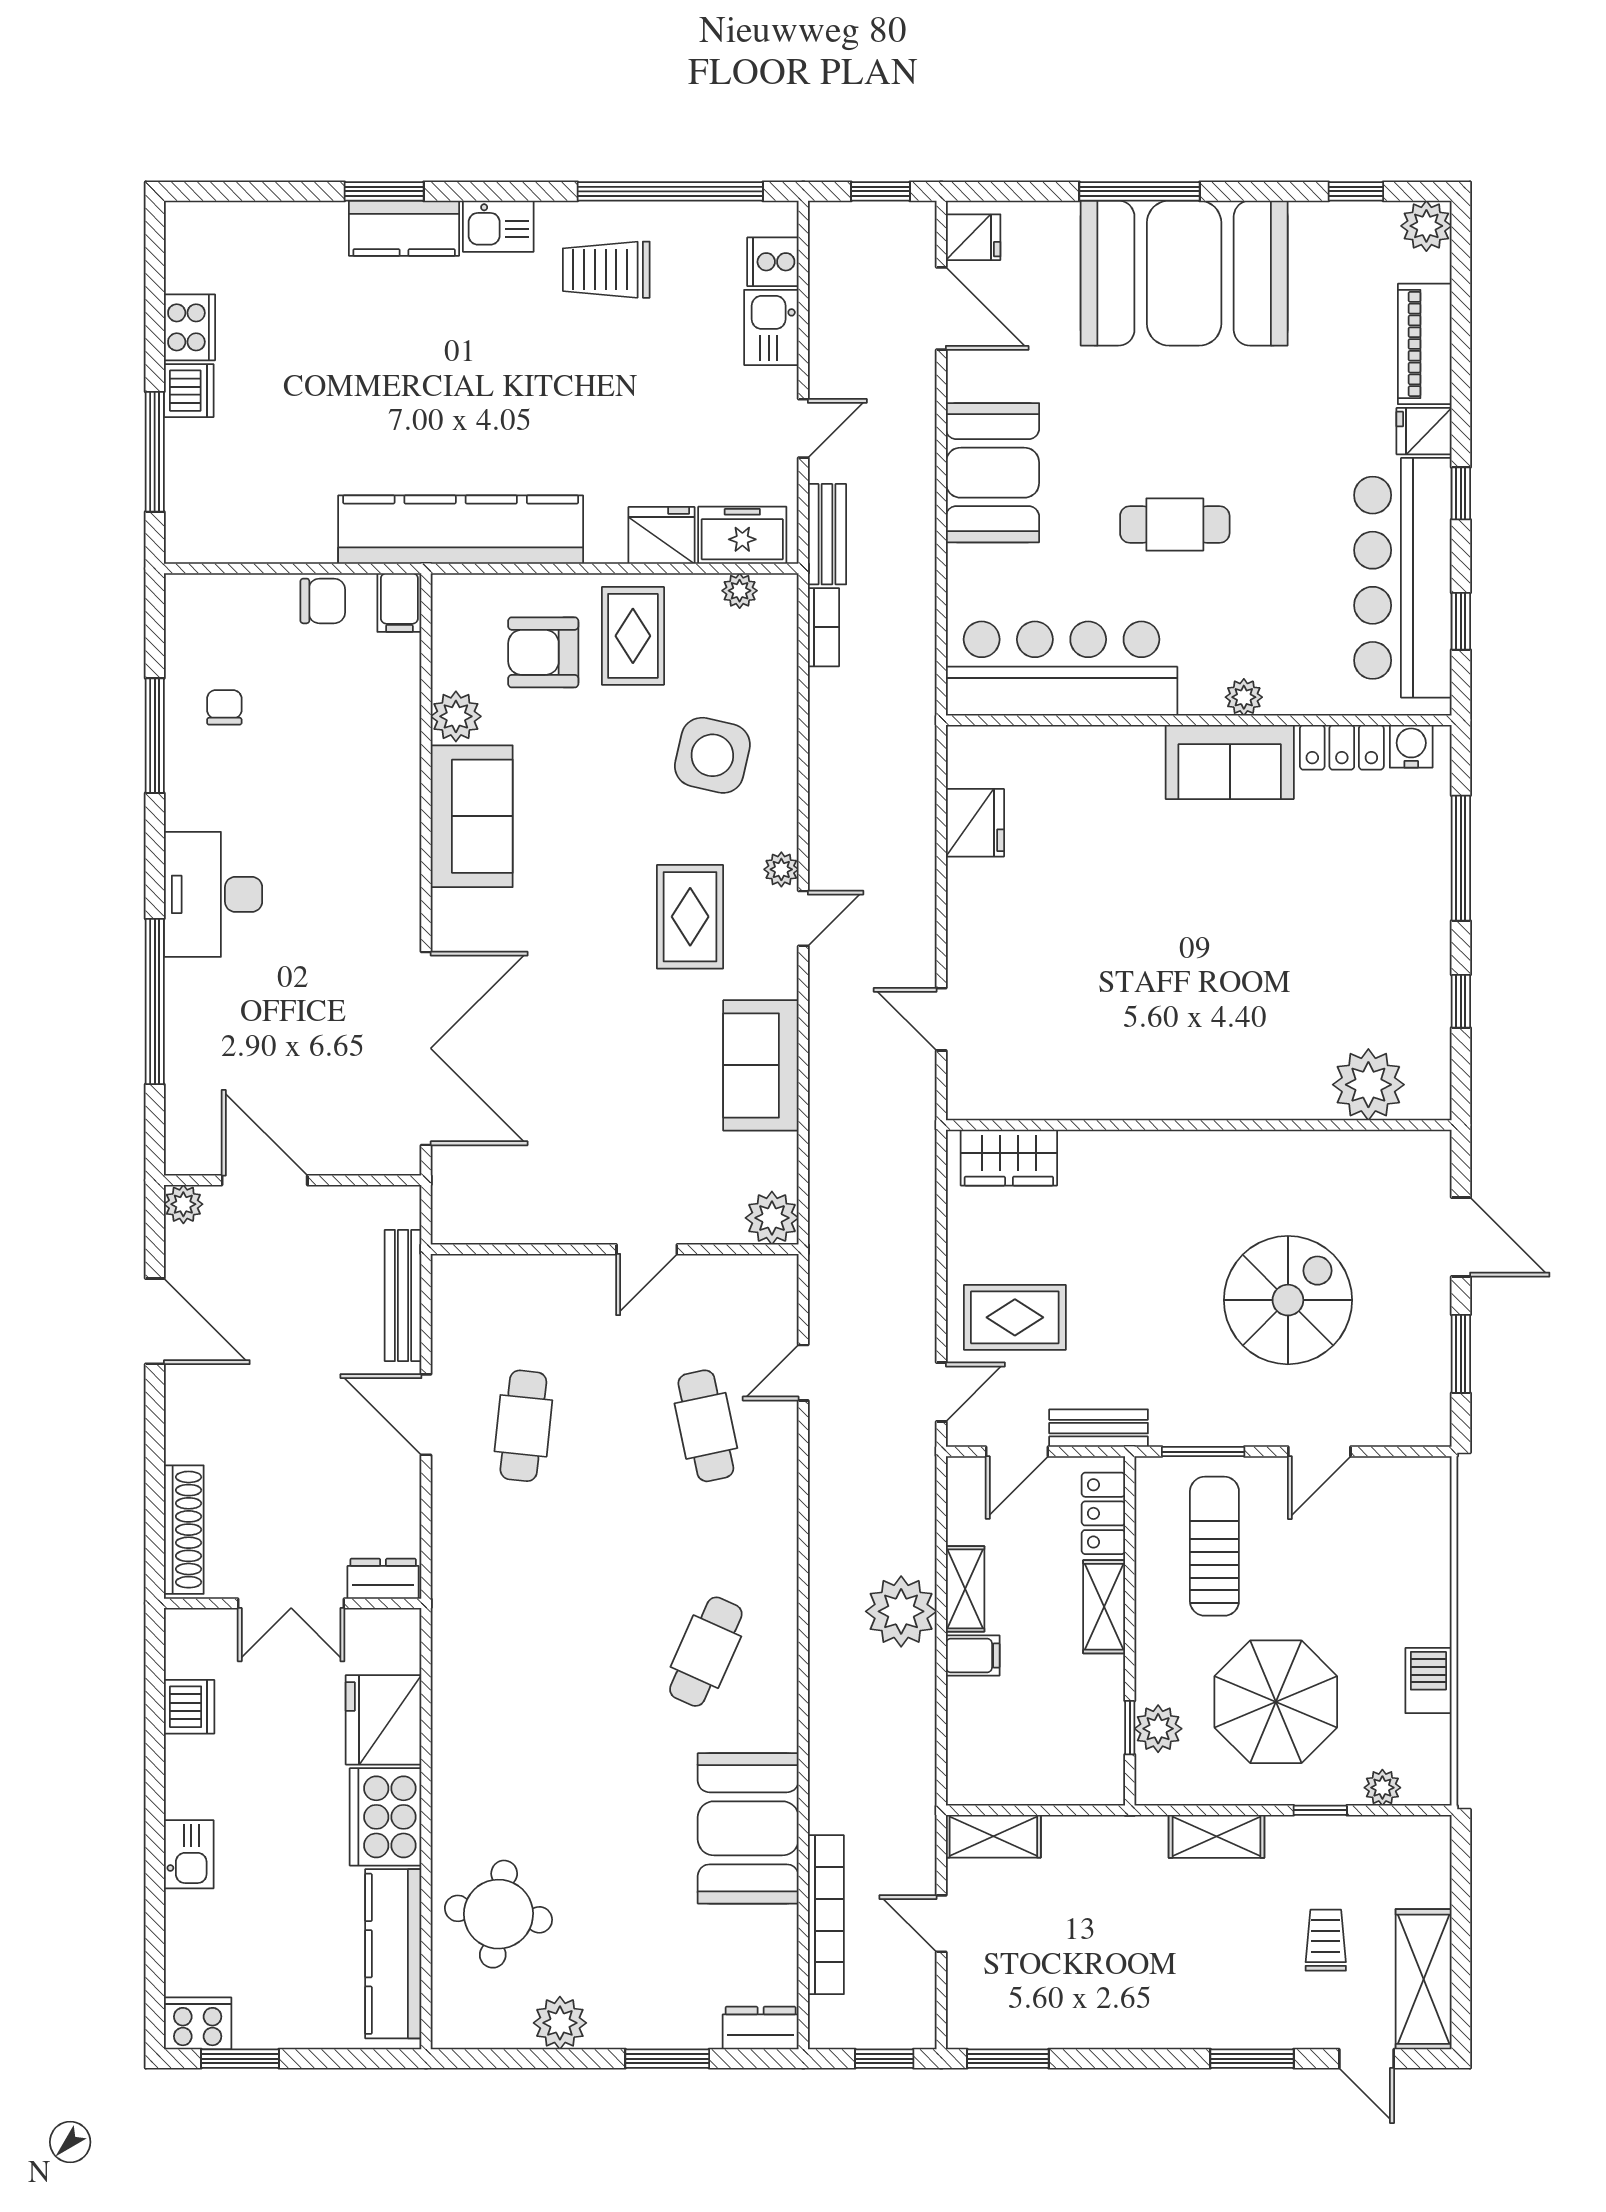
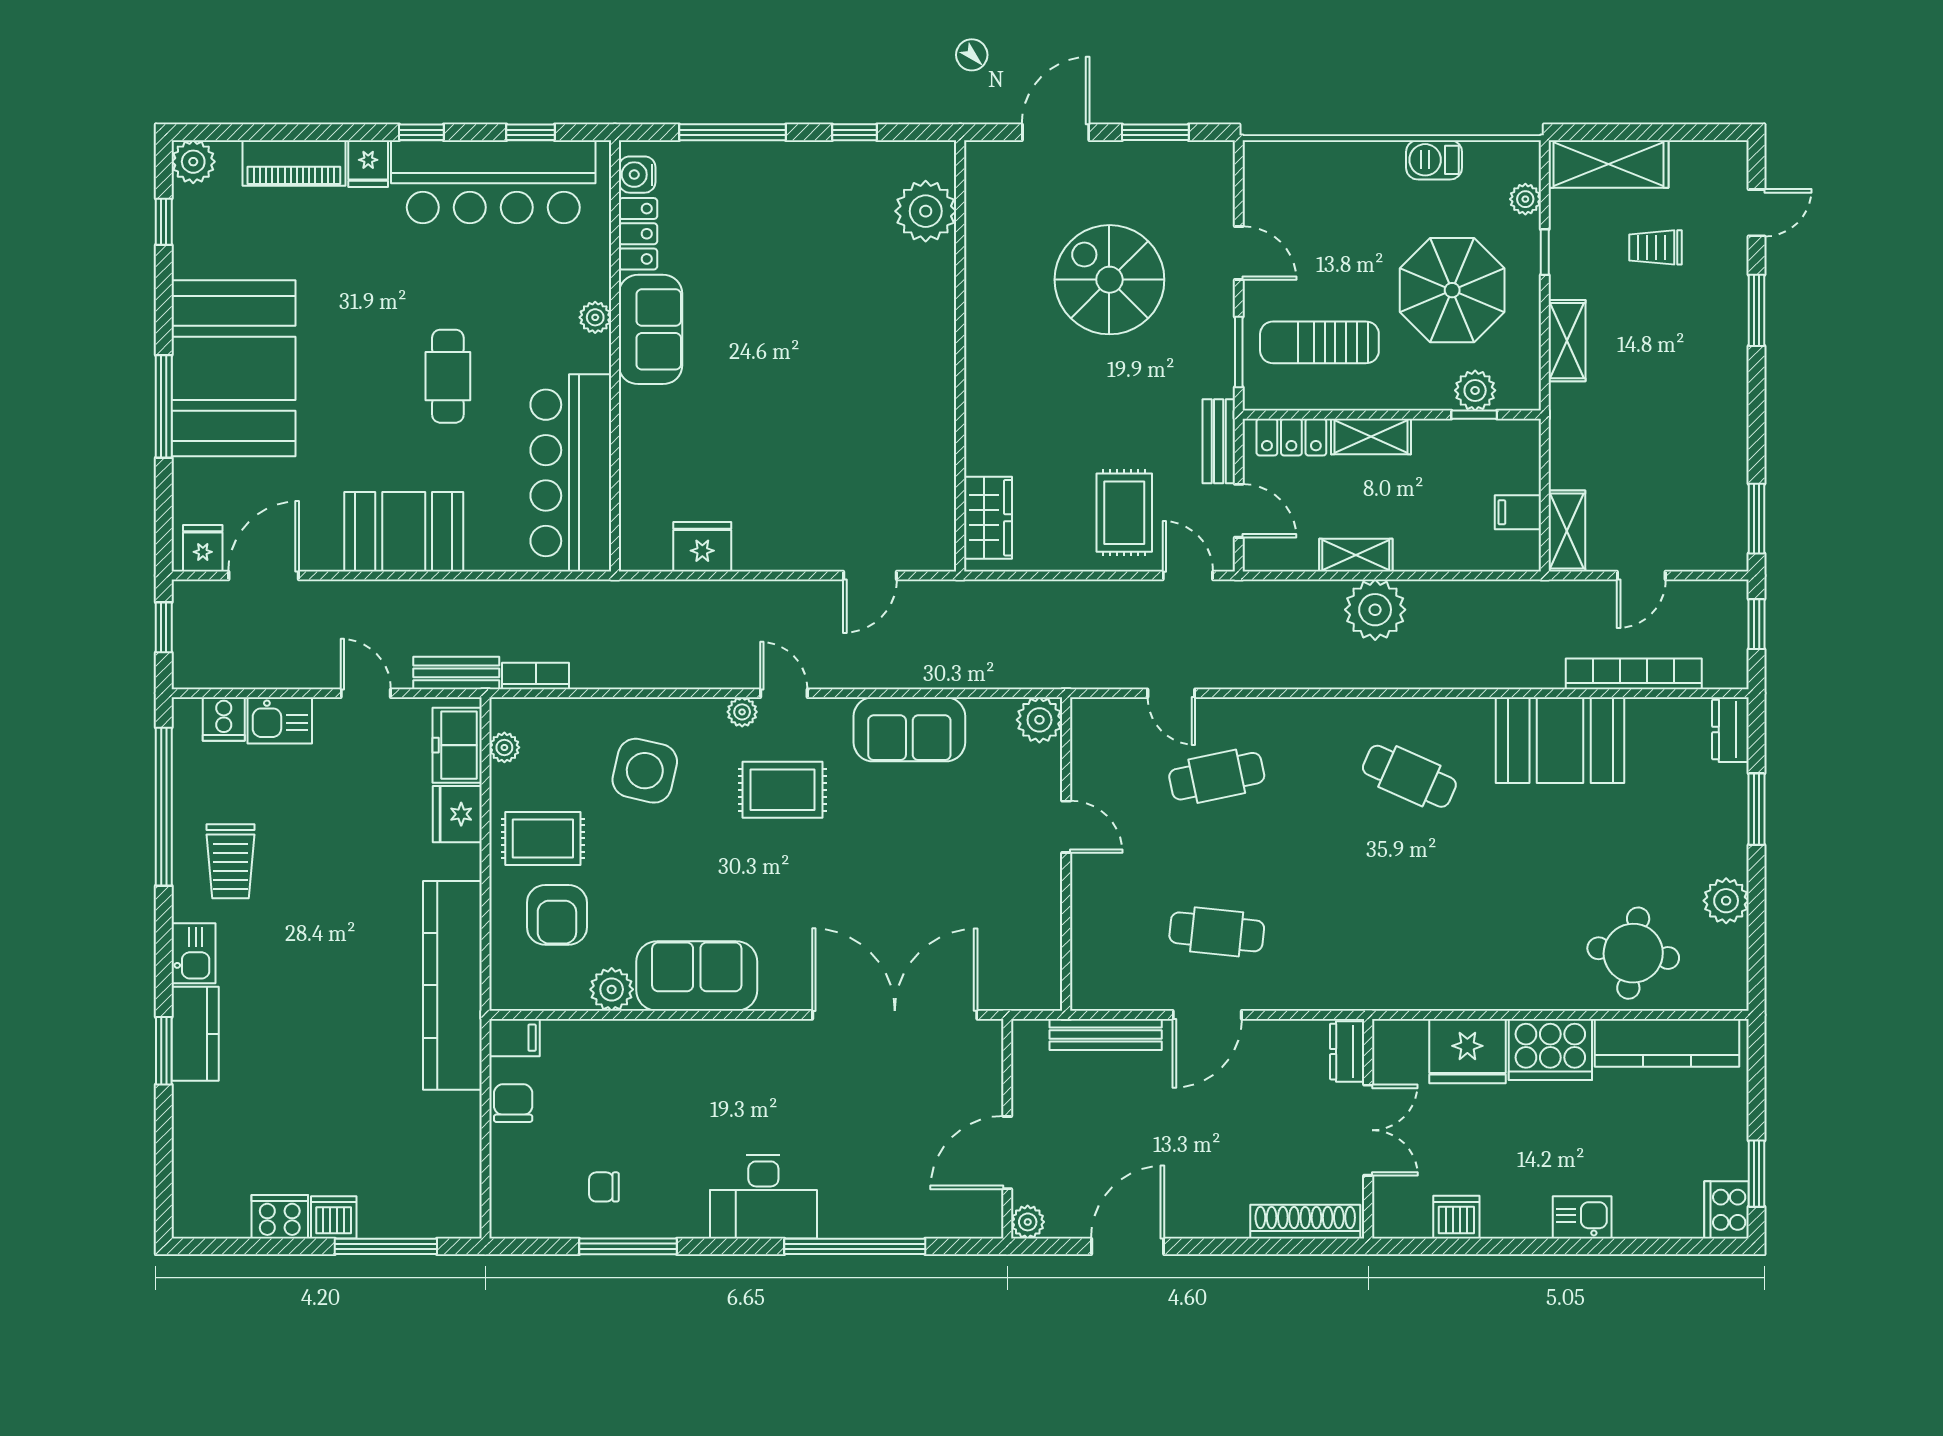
filing cabinet: (973, 1656) -> (1518, 512), moved, turned -90
shelving: (1424, 1979) -> (1609, 164), moved

